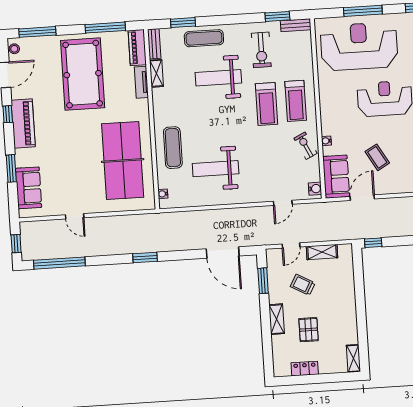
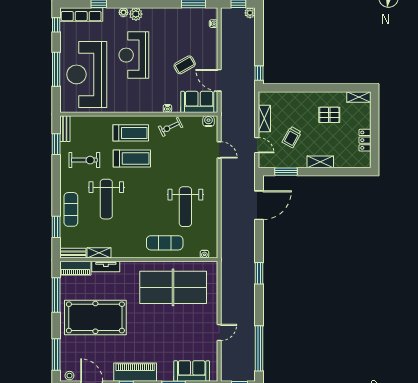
pallet: (309, 330) -> (329, 115), moved

